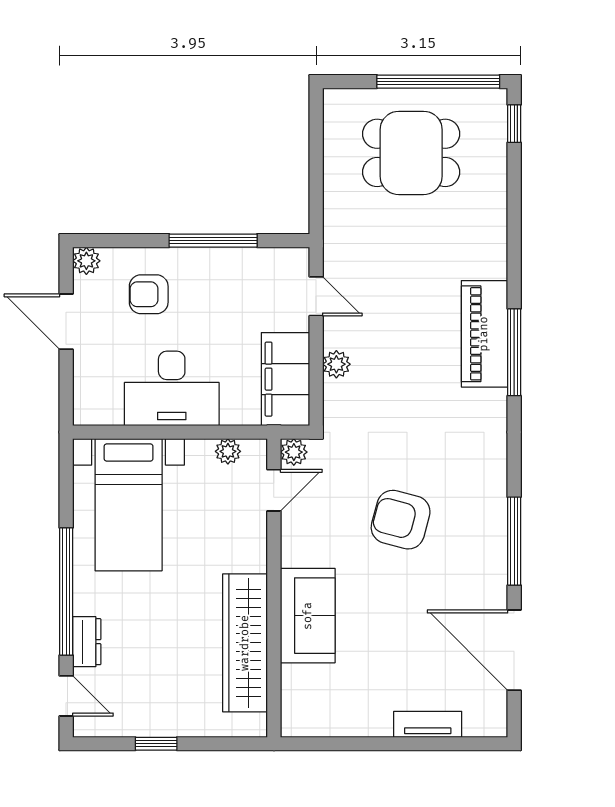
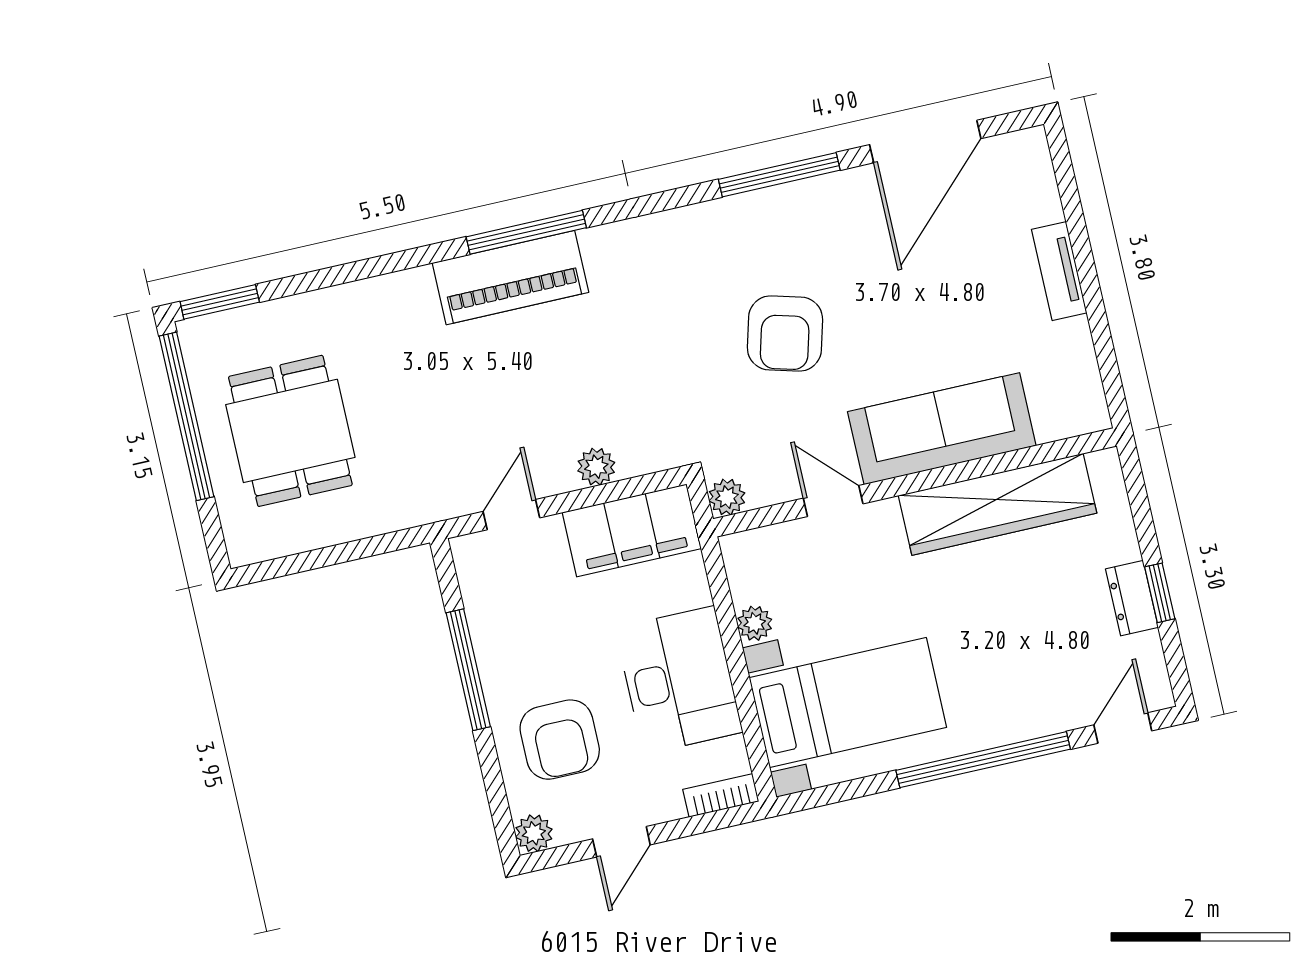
window: (514, 124) -> (220, 302), width x1.50
armchair: (149, 294) -> (560, 740), width x1.38, depth x1.38
door: (66, 322) -> (621, 842), width x0.73
bookcase: (83, 400) -> (721, 795), added
plant: (228, 451) -> (755, 623), moved
door: (274, 490) -> (833, 501), moved
sofa: (308, 616) -> (942, 429), width x1.36
dresser: (87, 642) -> (1132, 598), moved, turned -90
tv unit: (428, 724) -> (1059, 271), moved

